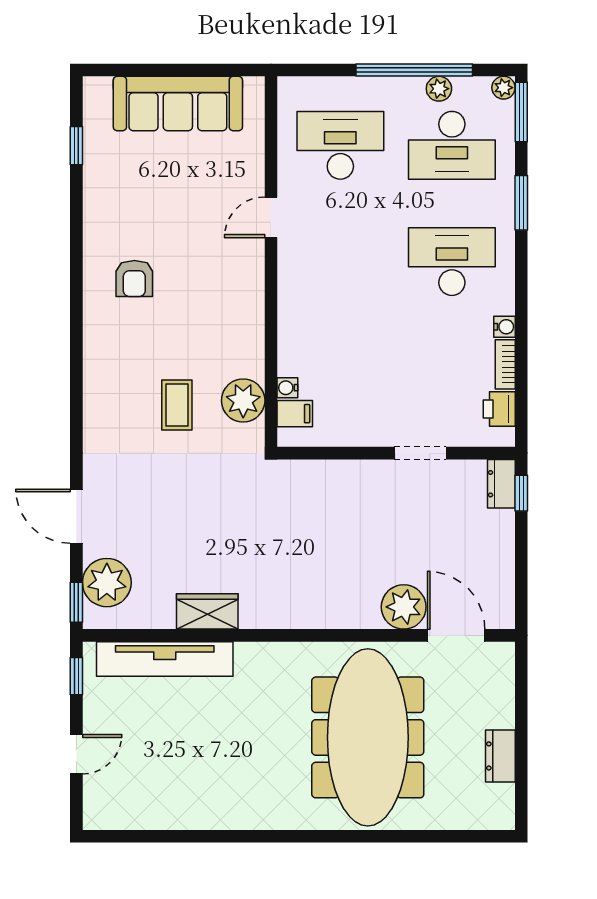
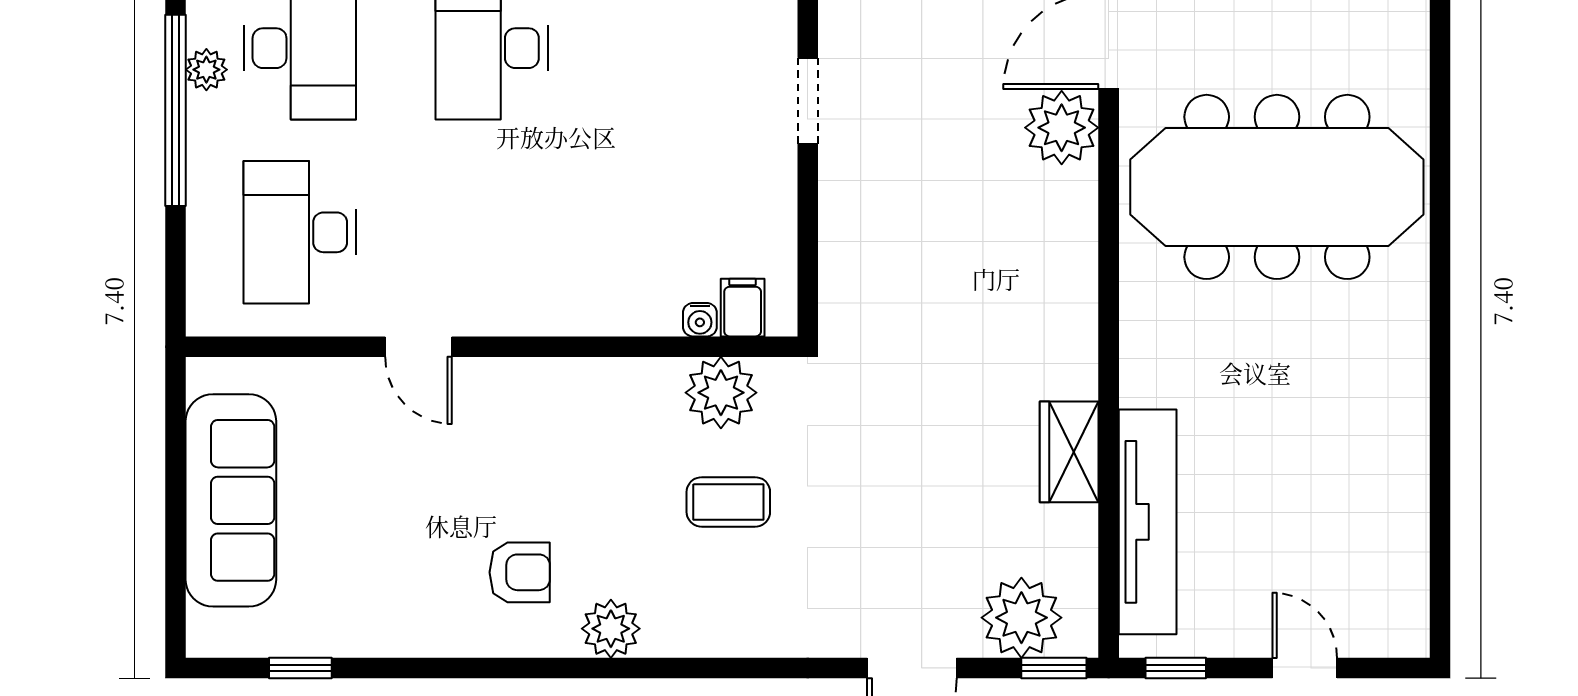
plant: (100, 334) -> (611, 629), added

